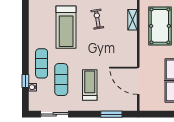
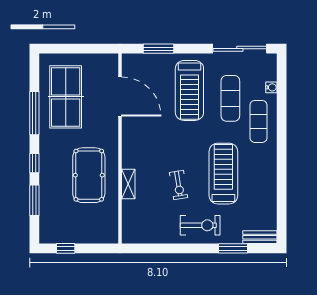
window: (25, 81) -> (282, 96), removed
treadmill: (90, 85) -> (189, 90), width x1.37, depth x1.38
sliding door: (55, 114) -> (240, 49), width x1.37

